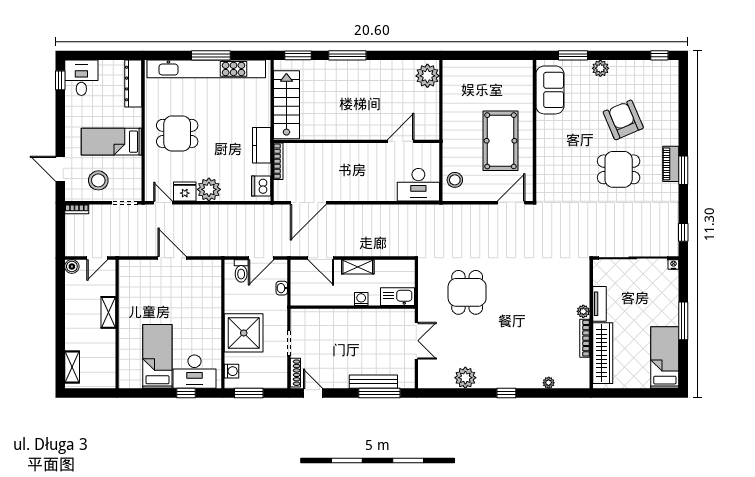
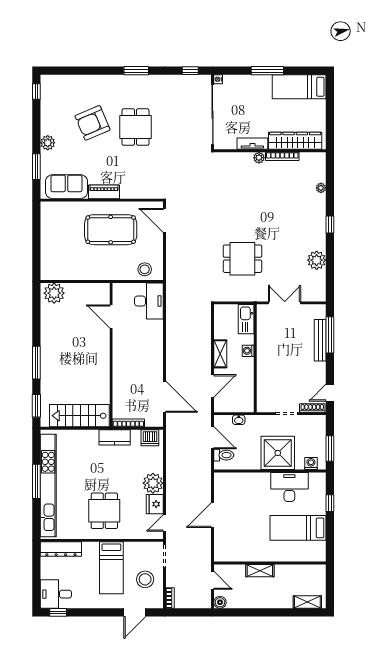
piano: (671, 164) -> (104, 192), moved, turned 180
desk: (194, 372) -> (289, 487), moved, turned -90

